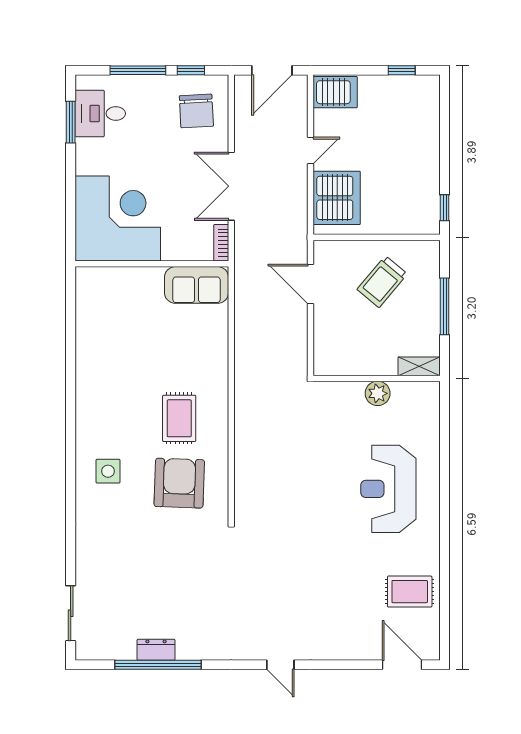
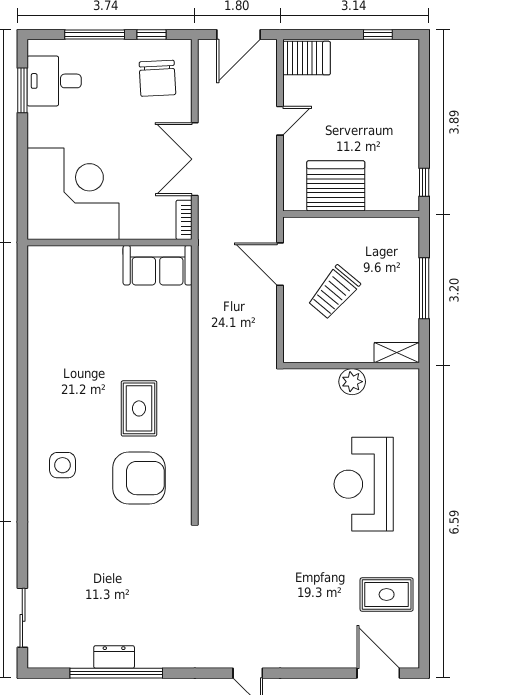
server rack: (337, 198) -> (336, 186), moved, turned -90
trolley: (382, 282) -> (334, 292), moved
armchair: (179, 483) -> (139, 478), turned 88

